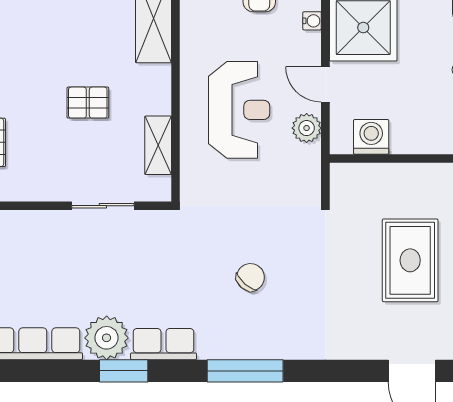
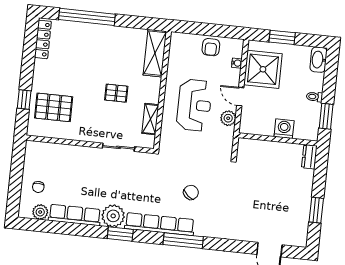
washing machine: (371, 137) -> (284, 129), moved
rug: (410, 260) -> (275, 192), removed
row of seats: (164, 344) -> (160, 224), width x2.02

